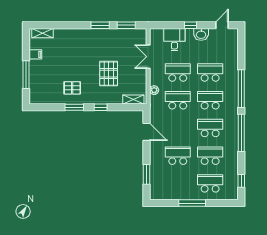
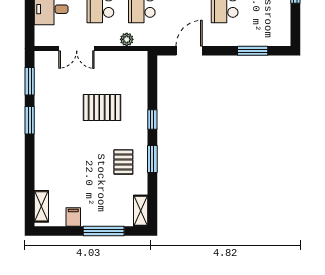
shelving: (133, 100) -> (141, 211), moved

